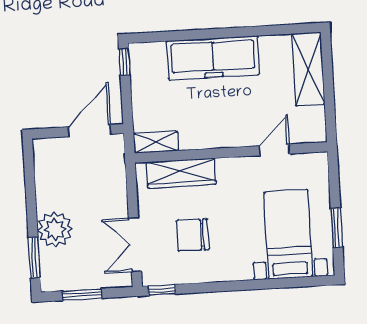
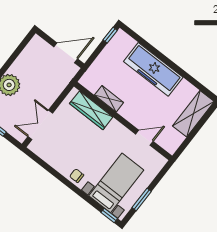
shelving: (156, 142) -> (109, 99), moved
chair: (193, 235) -> (77, 176), moved, width x0.54, depth x0.54
window: (162, 290) -> (109, 215), moved

